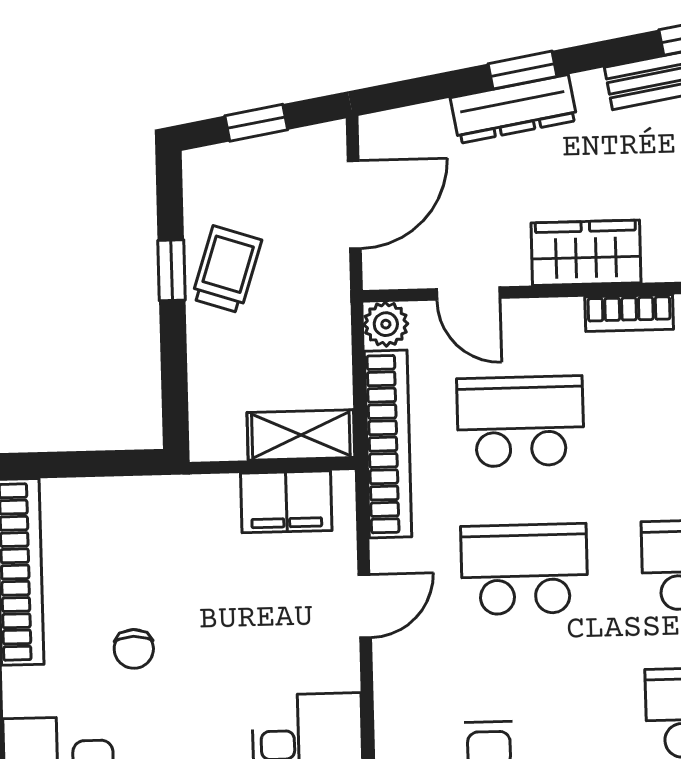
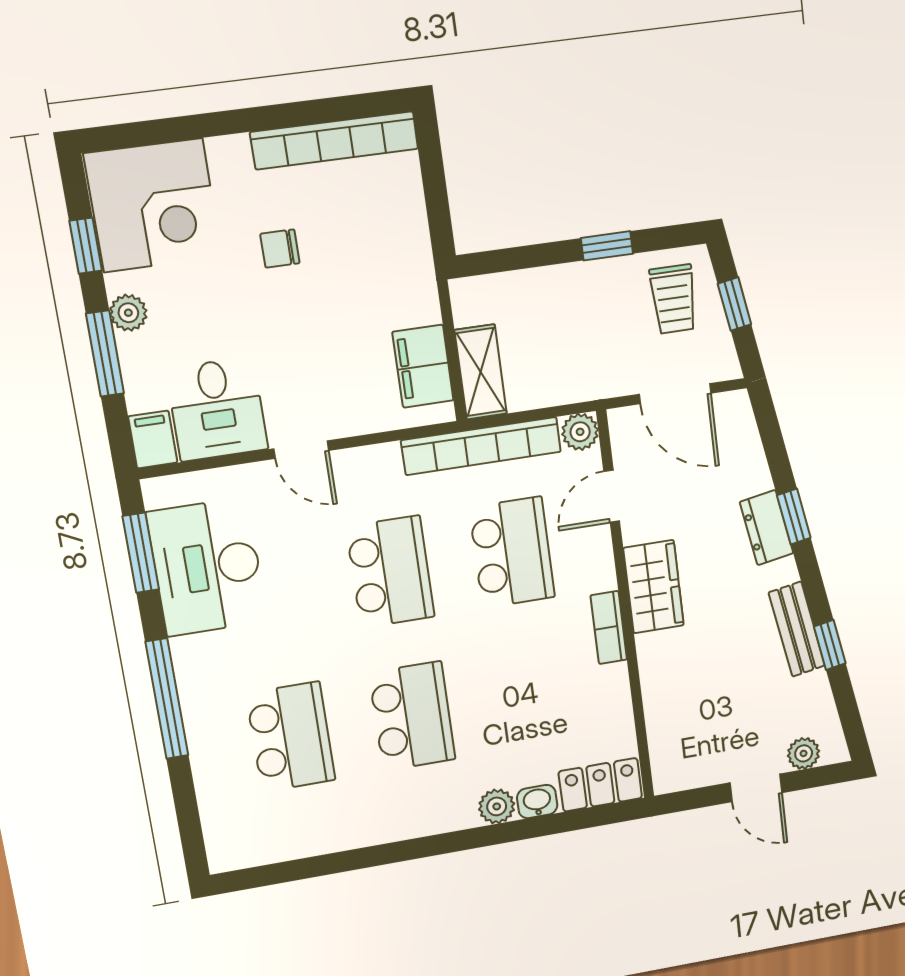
dresser: (514, 109) -> (767, 528), width x0.70
trolley: (227, 269) -> (674, 299), moved, turned 72
door: (365, 606) -> (301, 450), moved

